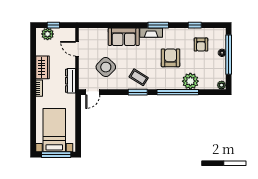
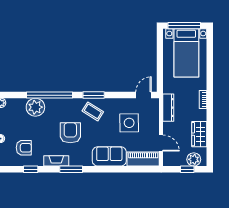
fireplace: (151, 33) -> (56, 161), moved
piano: (93, 34) -> (143, 159), added
armchair: (201, 45) -> (24, 148), turned 90
armchair: (171, 58) -> (70, 133), moved, turned 180
wardrobe: (42, 67) -> (199, 134), moved
side table: (106, 67) -> (129, 123), turned 45

